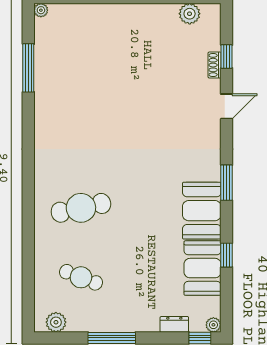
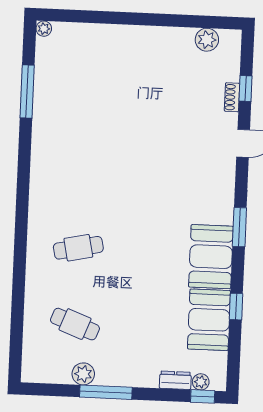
cafe table: (81, 208) -> (78, 248), width x0.73, depth x0.74
plant: (56, 322) -> (83, 374), moved
plant: (213, 325) -> (201, 382), moved

